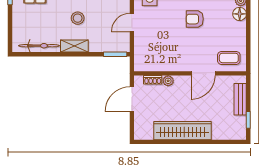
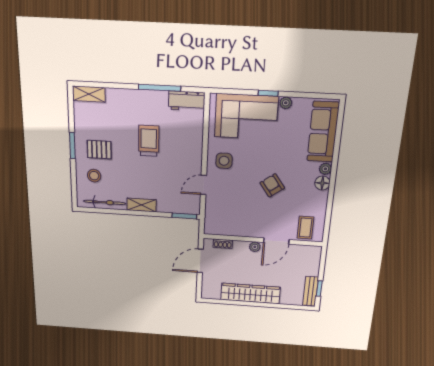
stool: (78, 18) -> (94, 176), moved
armchair: (195, 19) -> (272, 185), turned 54
coffee table: (229, 58) -> (306, 228), turned 90
plant: (168, 81) -> (255, 247), moved
bench: (240, 99) -> (310, 291), moved

